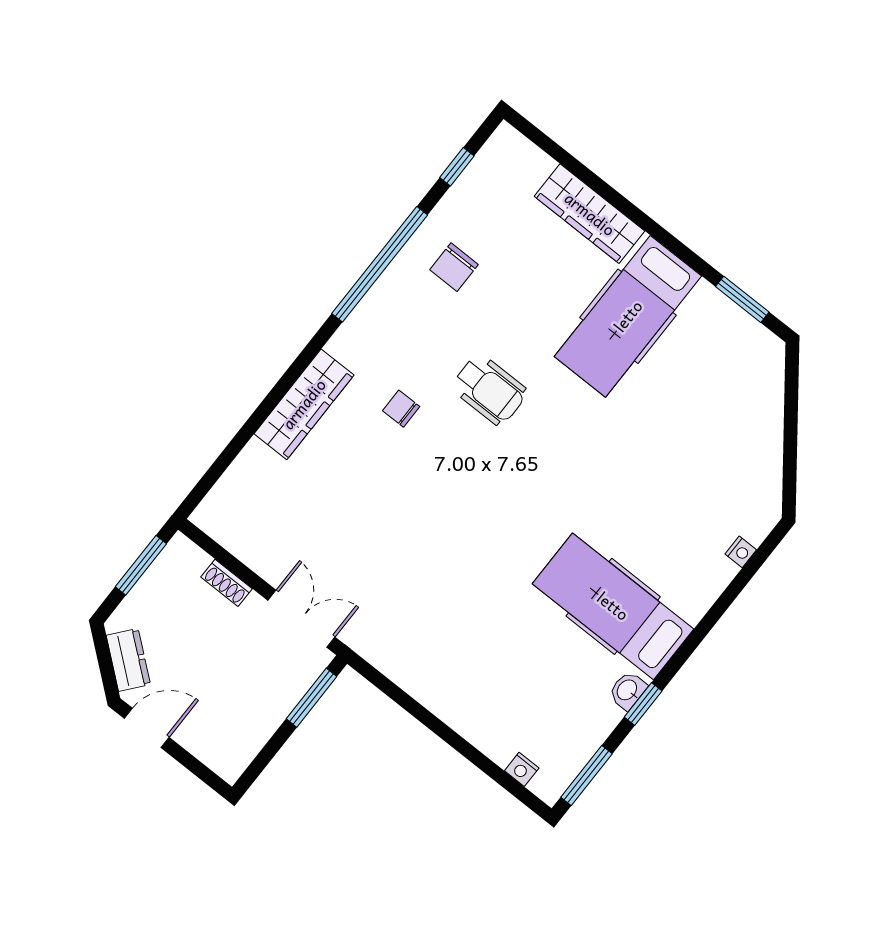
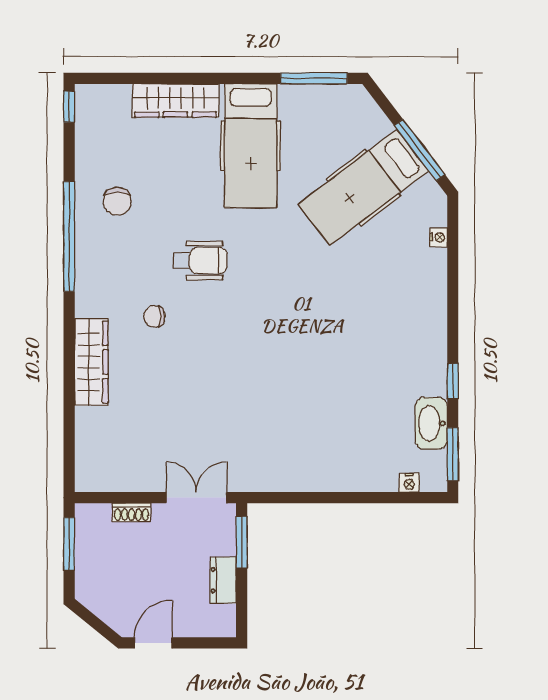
window: (457, 167) -> (69, 107), moved
window: (742, 299) -> (314, 78), width x1.44
window: (790, 452) -> (419, 150), added
hospital bed: (613, 606) -> (363, 187), moved, turned -37
dresser: (128, 660) -> (223, 580), moved, turned -129
washbasin: (627, 690) -> (431, 423), moved, width x1.91, depth x1.45

